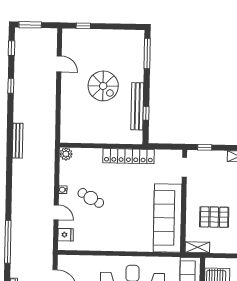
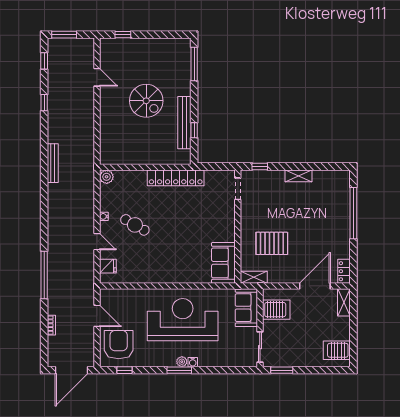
sofa: (168, 218) -> (223, 263), width x0.54, depth x0.79

